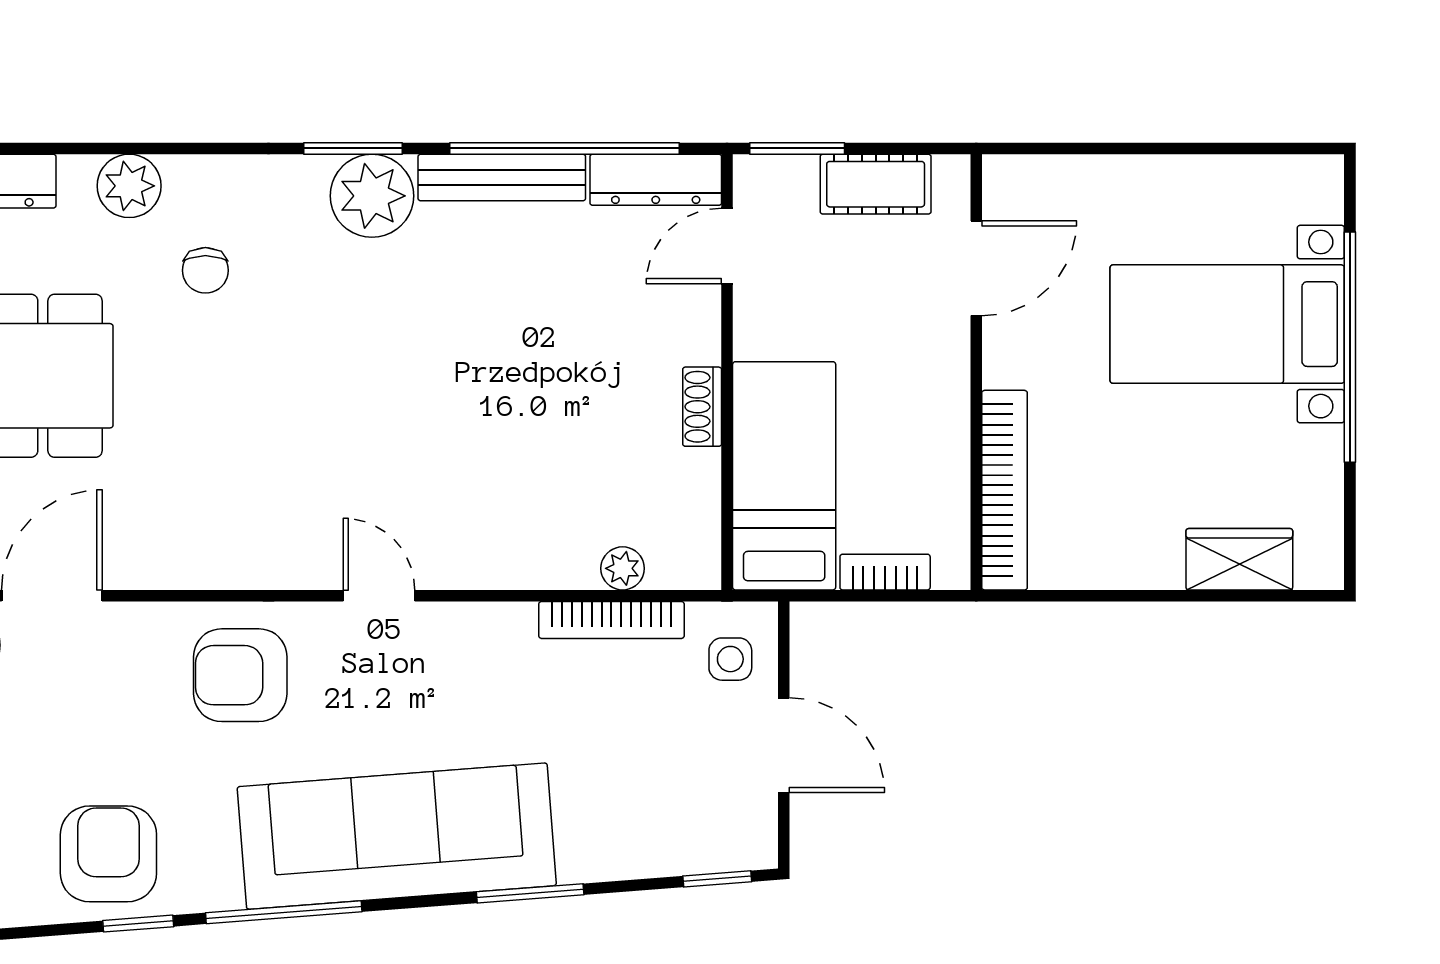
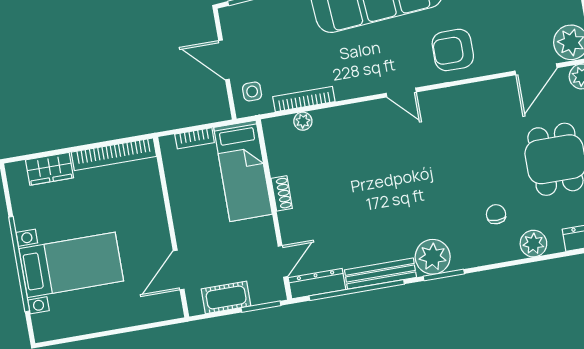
bookcase: (1005, 490) -> (114, 154), moved, turned -90
armchair: (240, 675) -> (453, 50), turned 180

